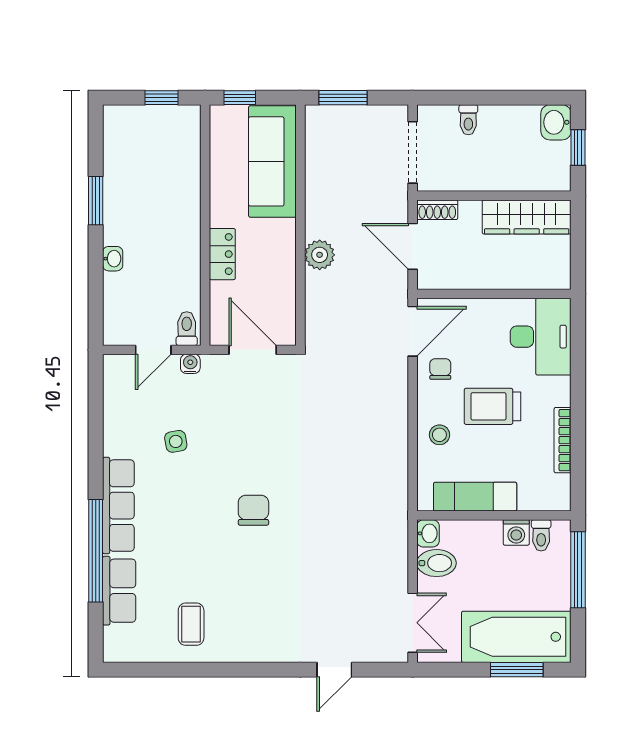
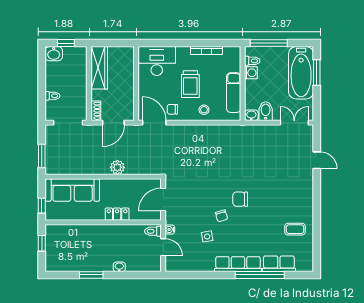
chair: (219, 471) -> (222, 216), added

